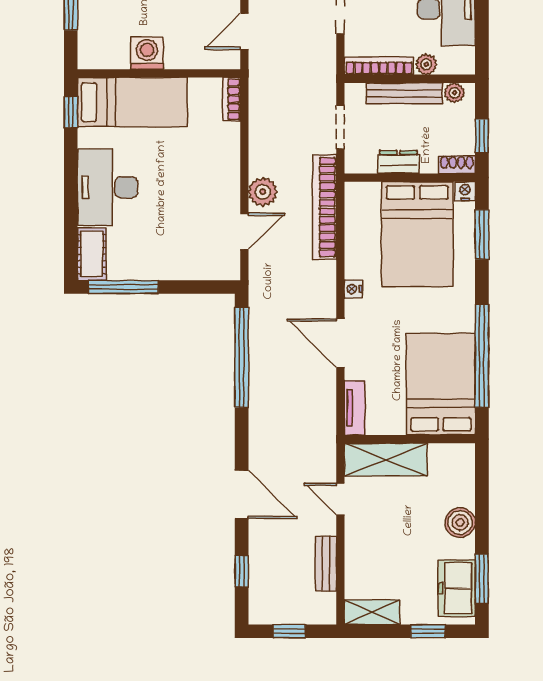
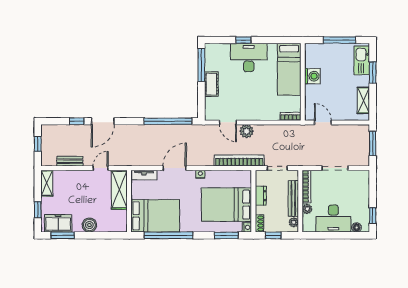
window: (71, 112) -> (243, 40), moved
cot: (92, 254) -> (211, 84), moved, turned 90
window: (242, 571) -> (77, 121), moved

